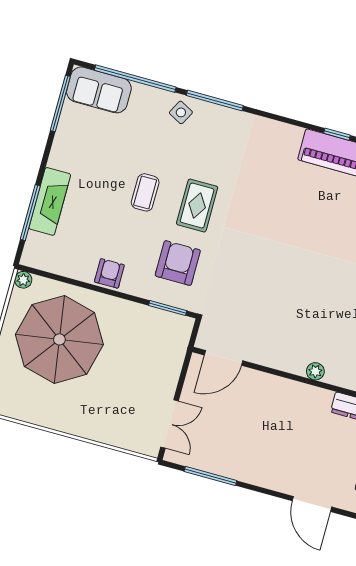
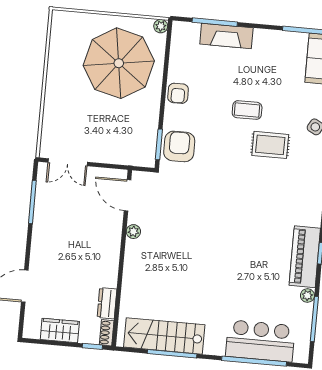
rug: (197, 206) -> (270, 145), moved
armchair: (178, 263) -> (179, 146), moved, turned -90
armchair: (109, 273) -> (178, 93), turned 90
plant: (315, 371) -> (133, 232), moved

